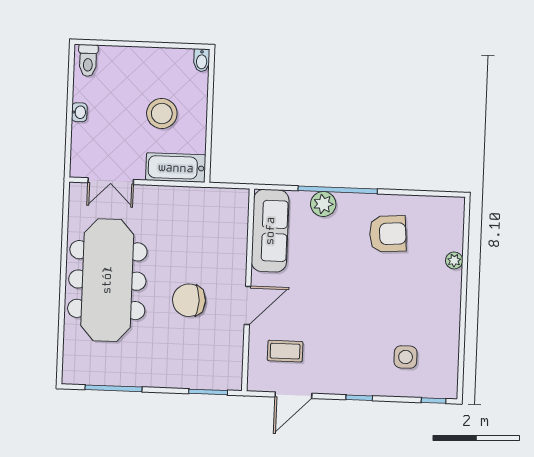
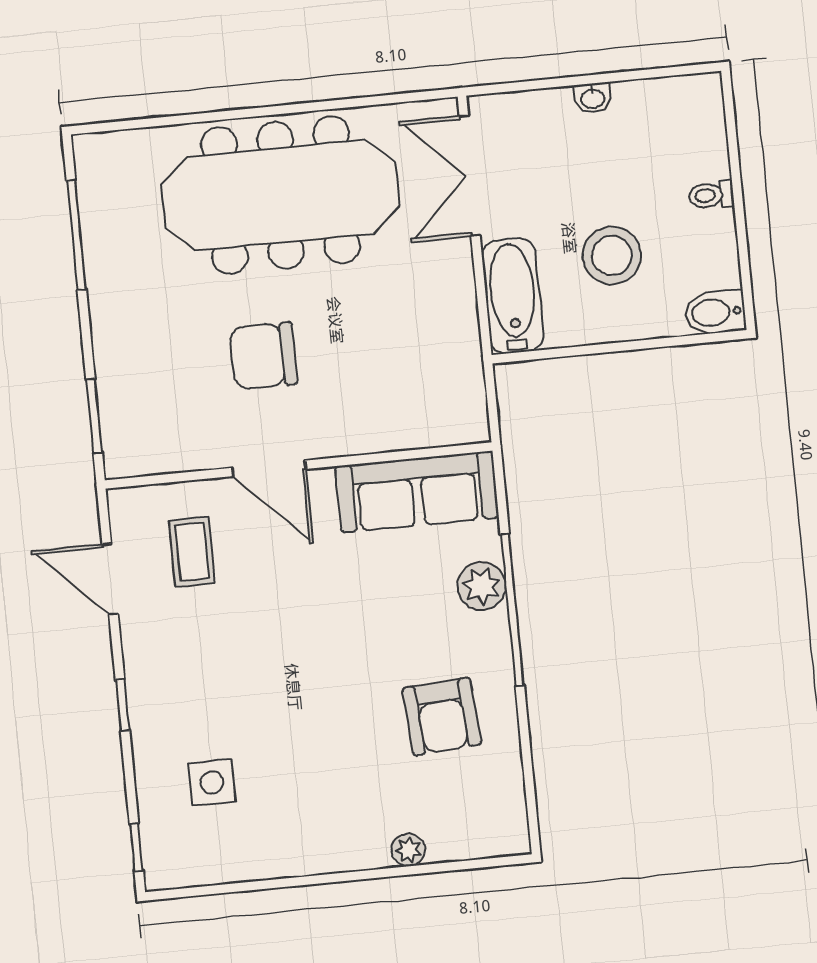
toilet: (88, 60) -> (711, 195), moved, width x0.73, depth x0.72
bidet: (202, 60) -> (715, 312), width x1.38, depth x1.36
double door: (111, 181) -> (470, 176), width x1.37
chair: (189, 300) -> (264, 356), turned -90

